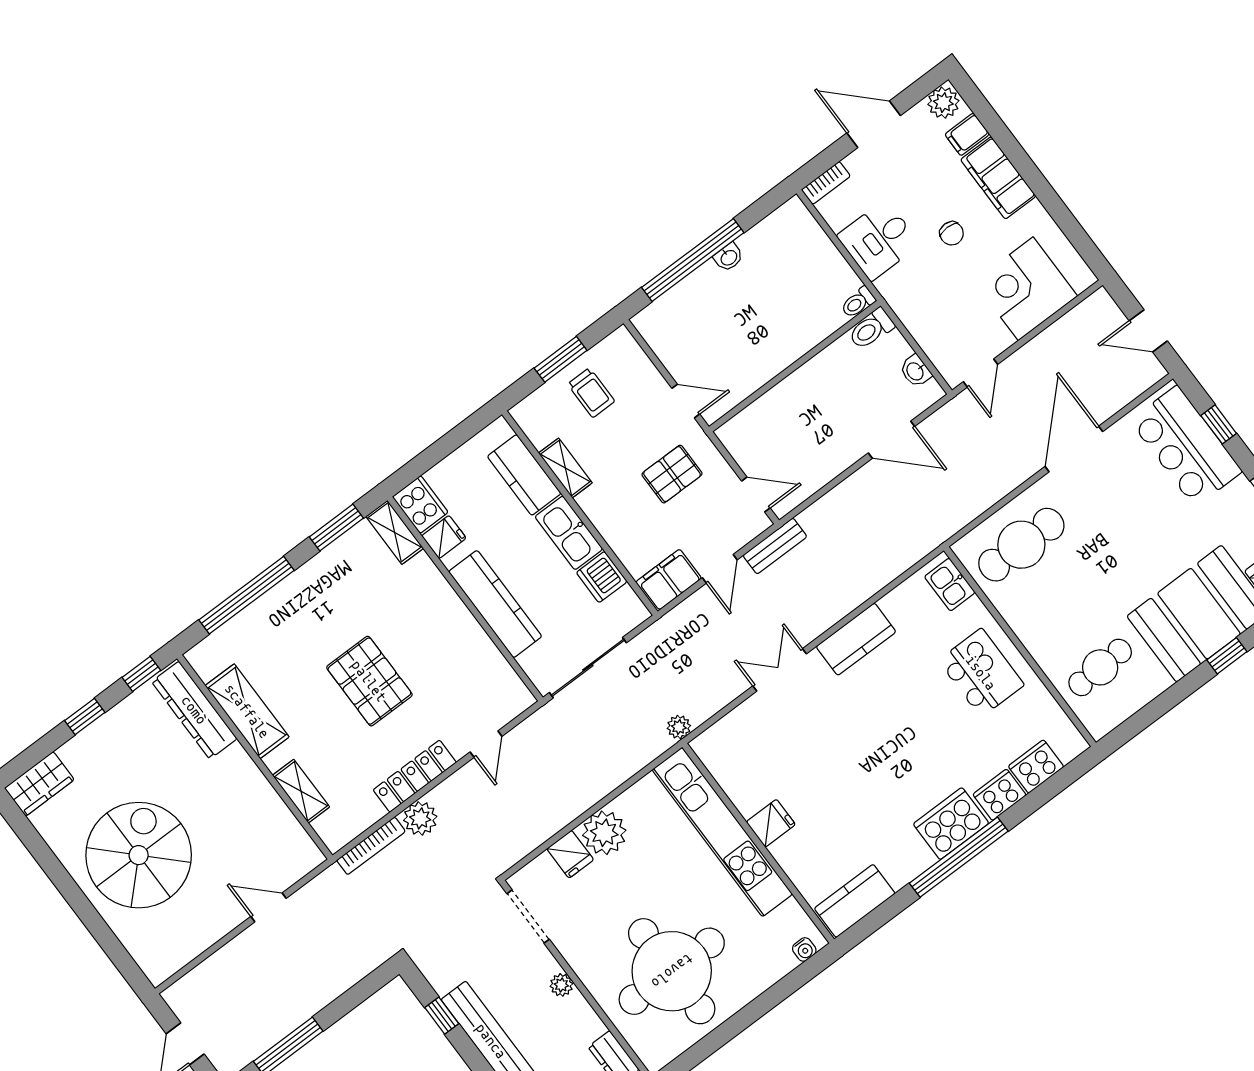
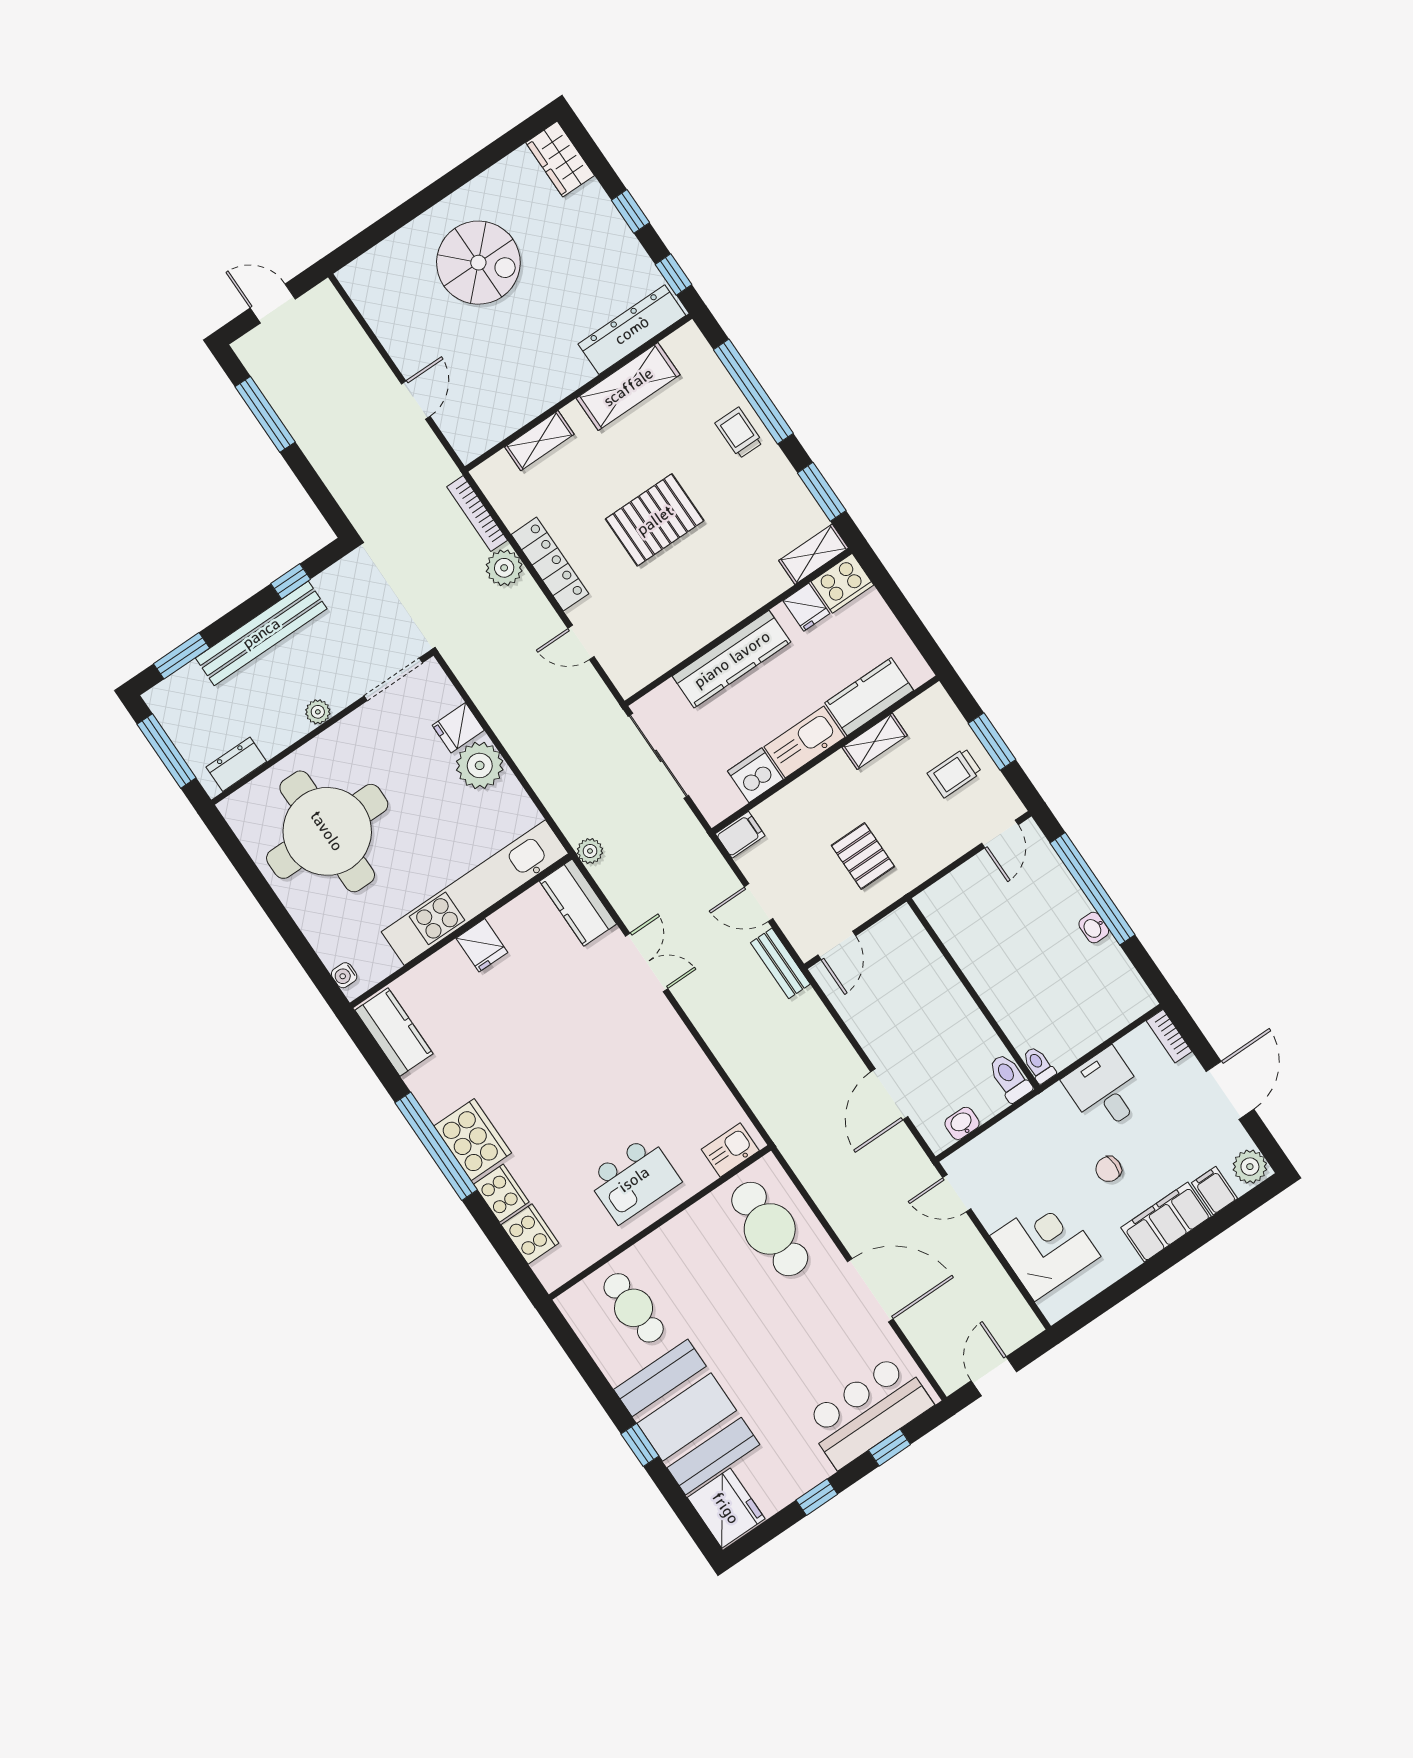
door: (686, 401) -> (1000, 834), moved
filing cabinet: (669, 580) -> (740, 835), width x0.50
trolley: (285, 607) -> (739, 433), added
kitchen counter: (856, 639) -> (578, 903), moved
spiral stairs: (139, 855) -> (478, 263), width x0.73, depth x0.73

